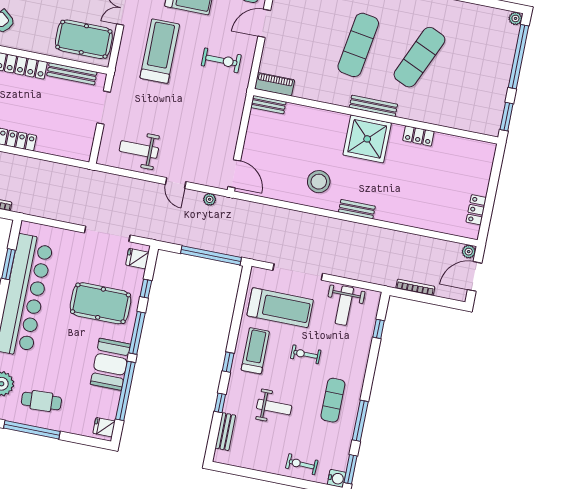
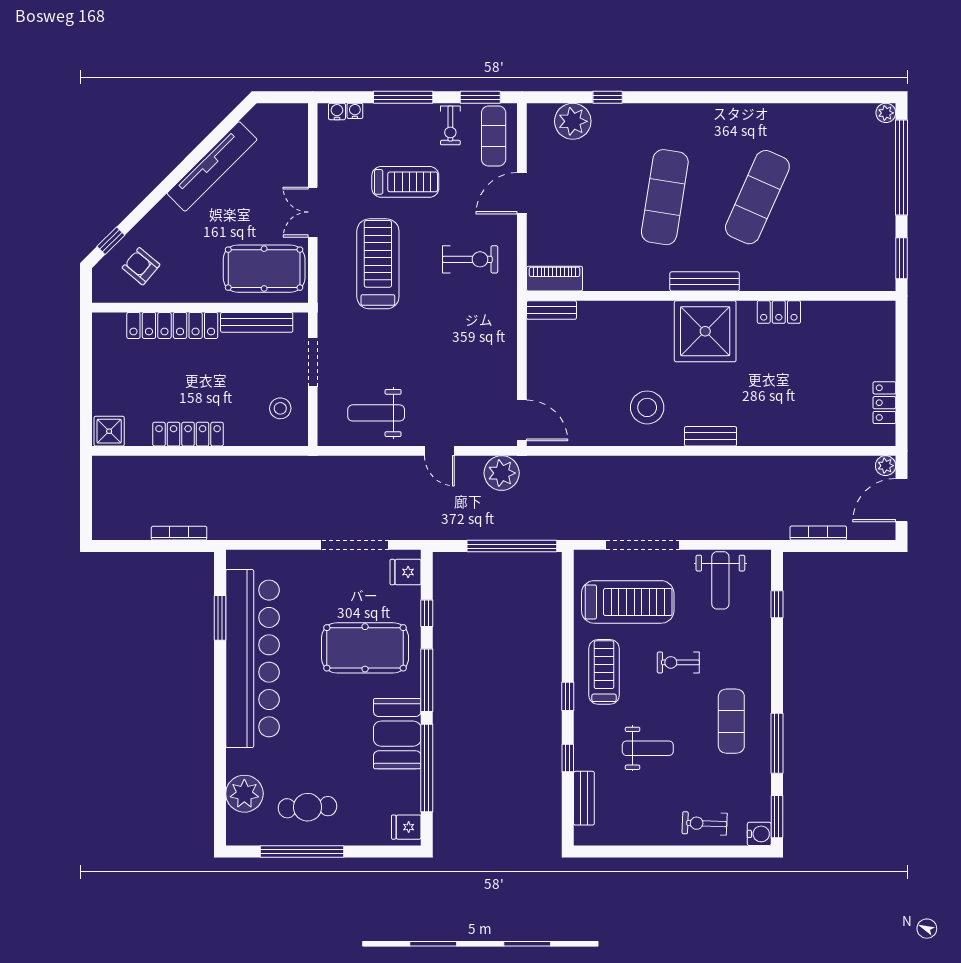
stool: (76, 134) -> (280, 408), added
plant: (210, 199) -> (502, 473), width x1.87, depth x1.87

